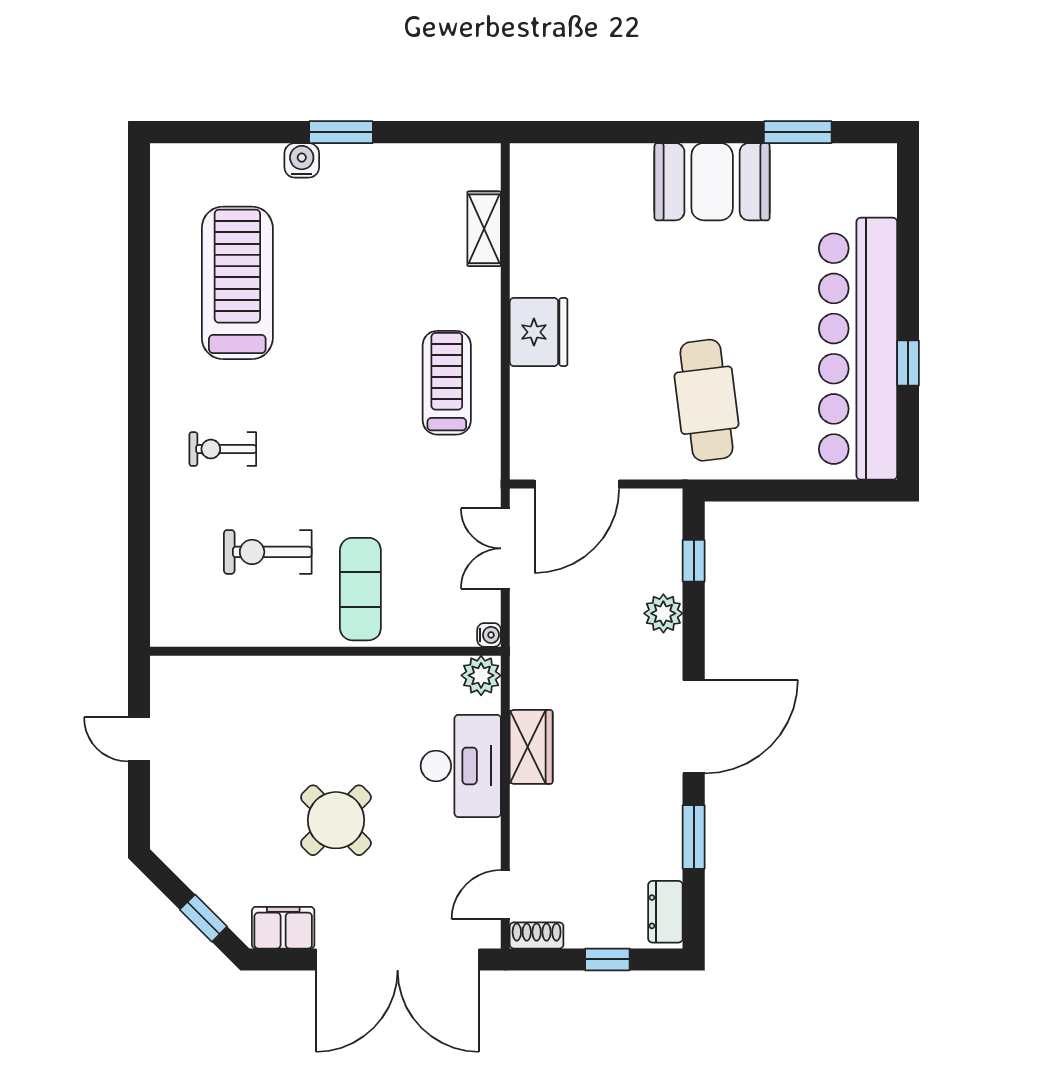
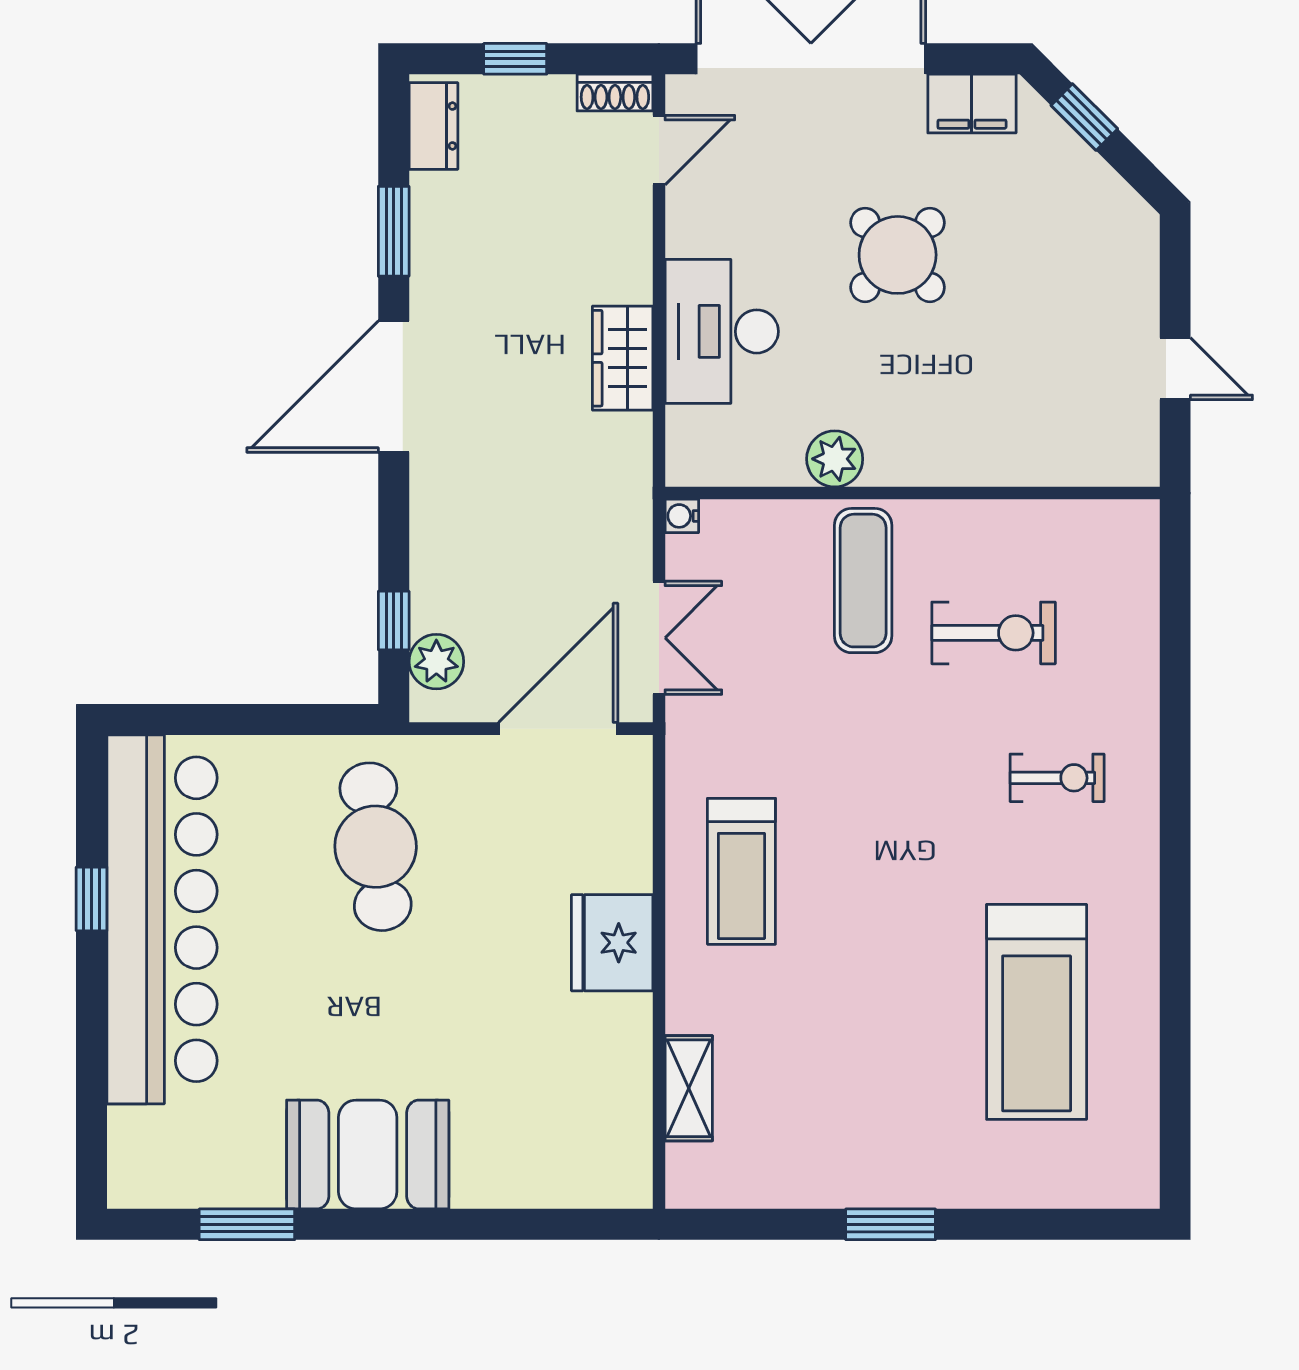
water cooler: (302, 160) -> (946, 1185), removed
plant: (663, 613) -> (436, 662), moved
plant: (481, 675) -> (835, 459), moved

